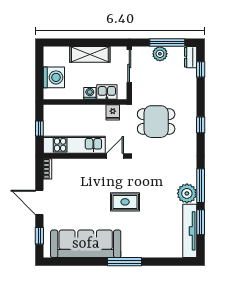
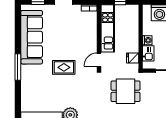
dining table: (156, 122) -> (126, 91), turned 90
door: (115, 156) -> (99, 60), swing flipped
rug: (125, 202) -> (64, 67), turned 90

